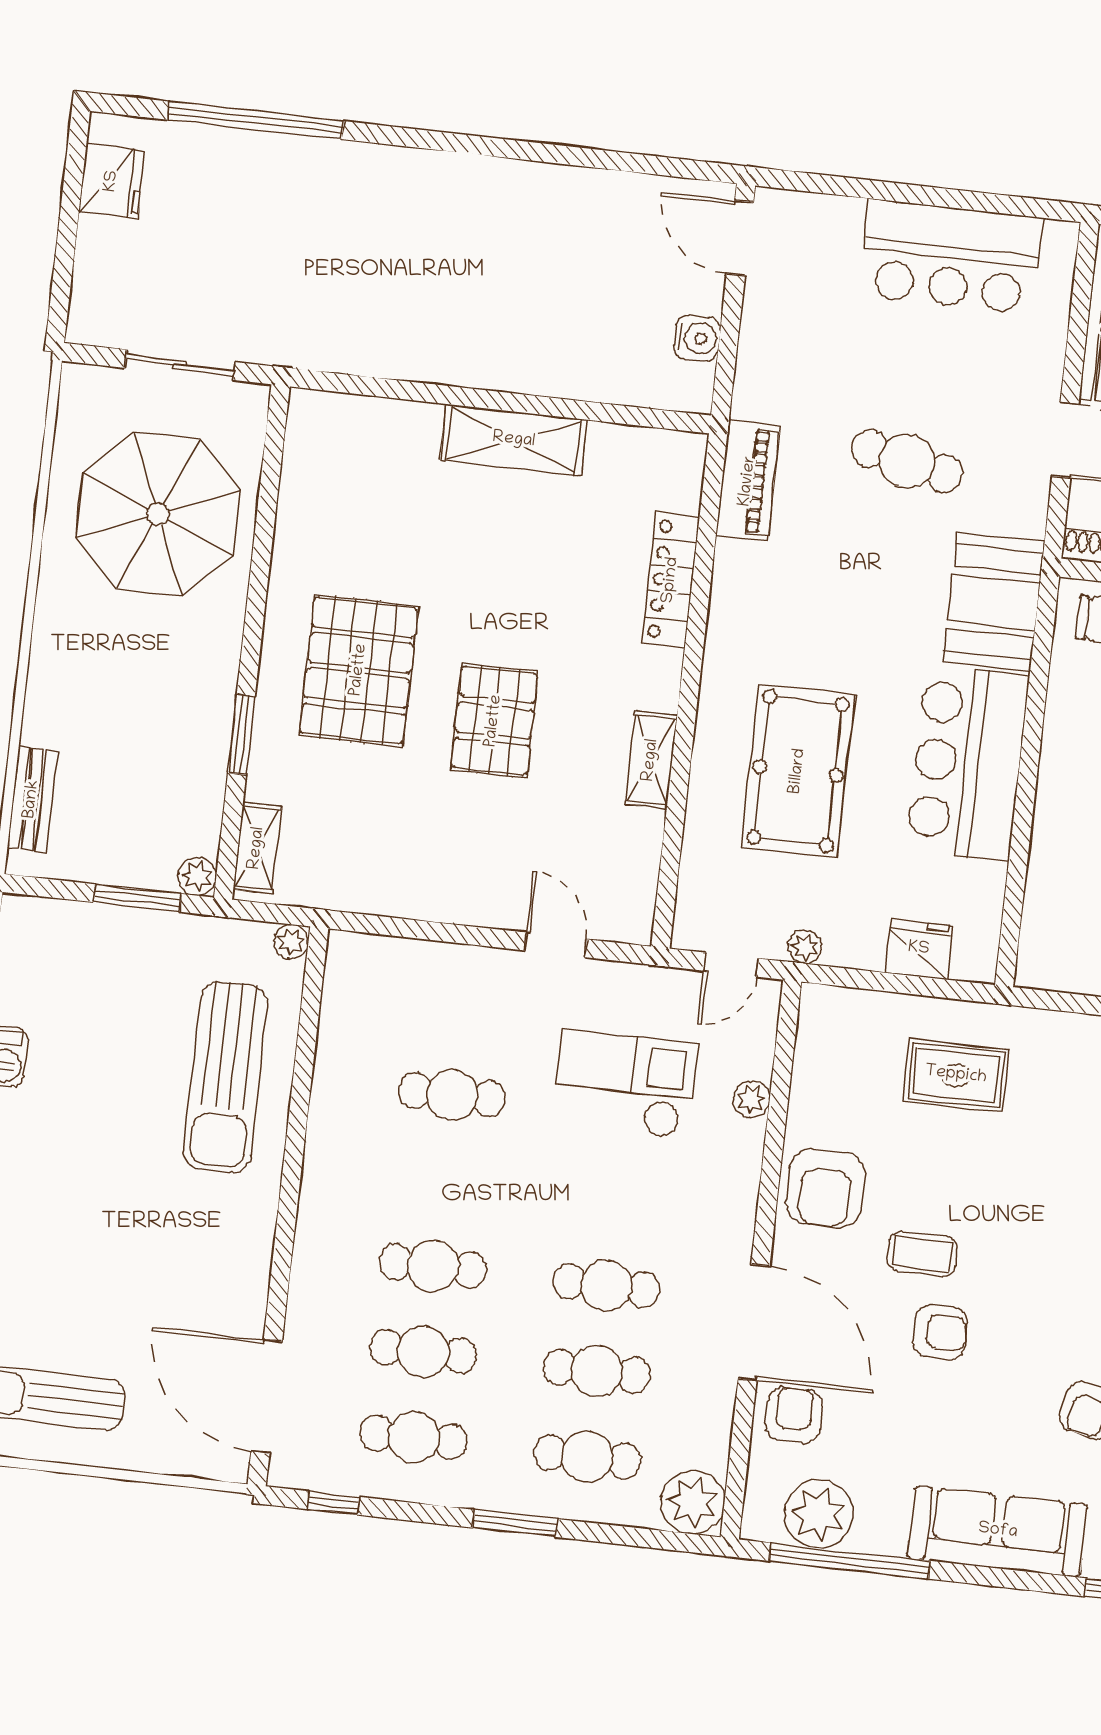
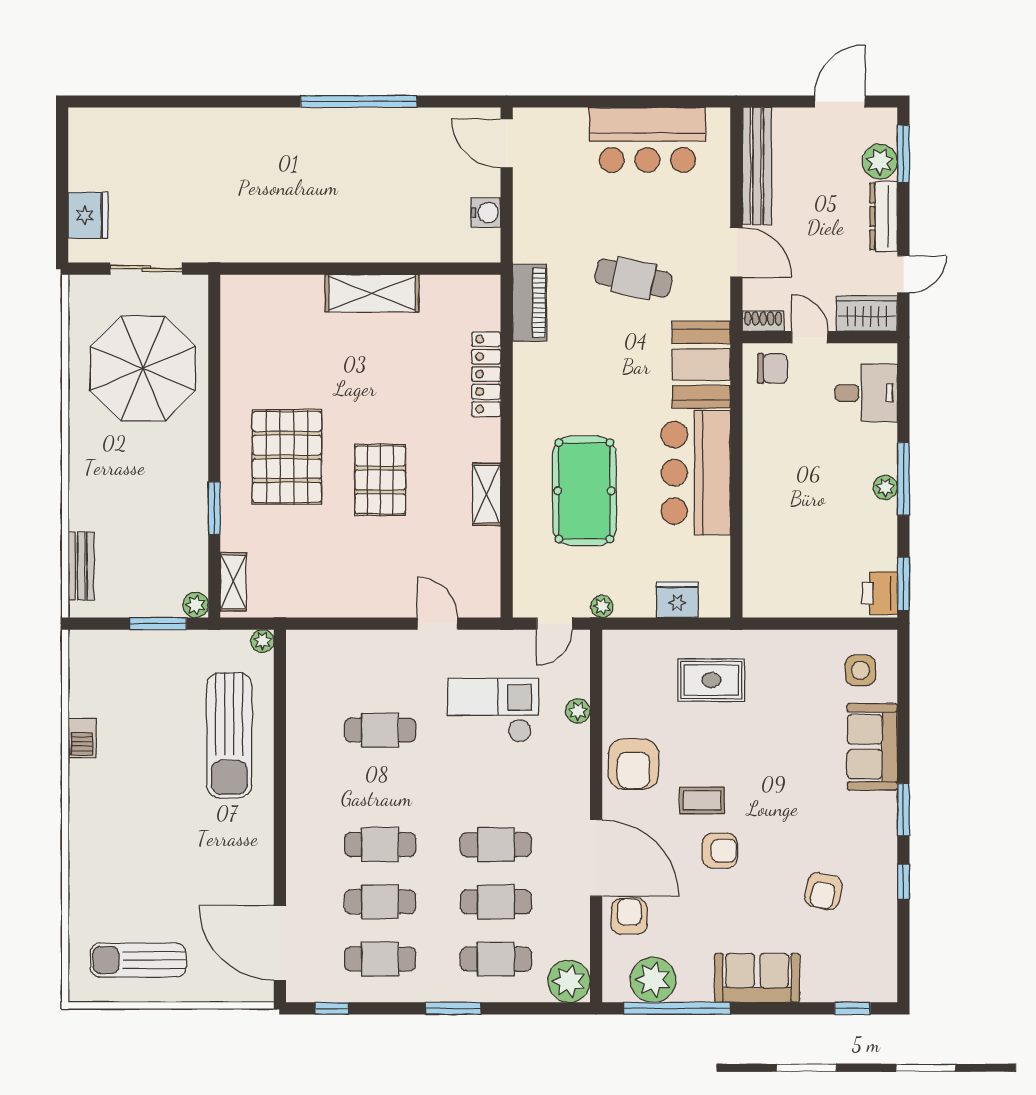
window: (256, 120) -> (359, 102), moved
fridge: (112, 181) -> (88, 215), moved
sofa: (998, 1531) -> (757, 978), width x0.73

